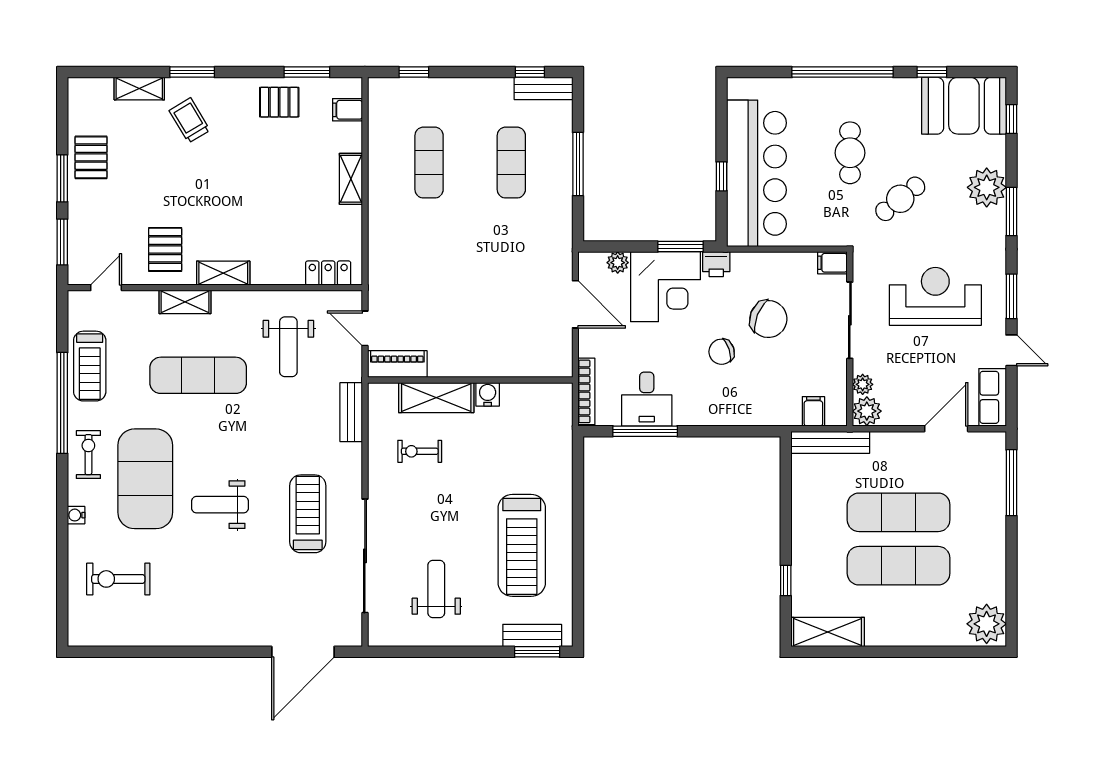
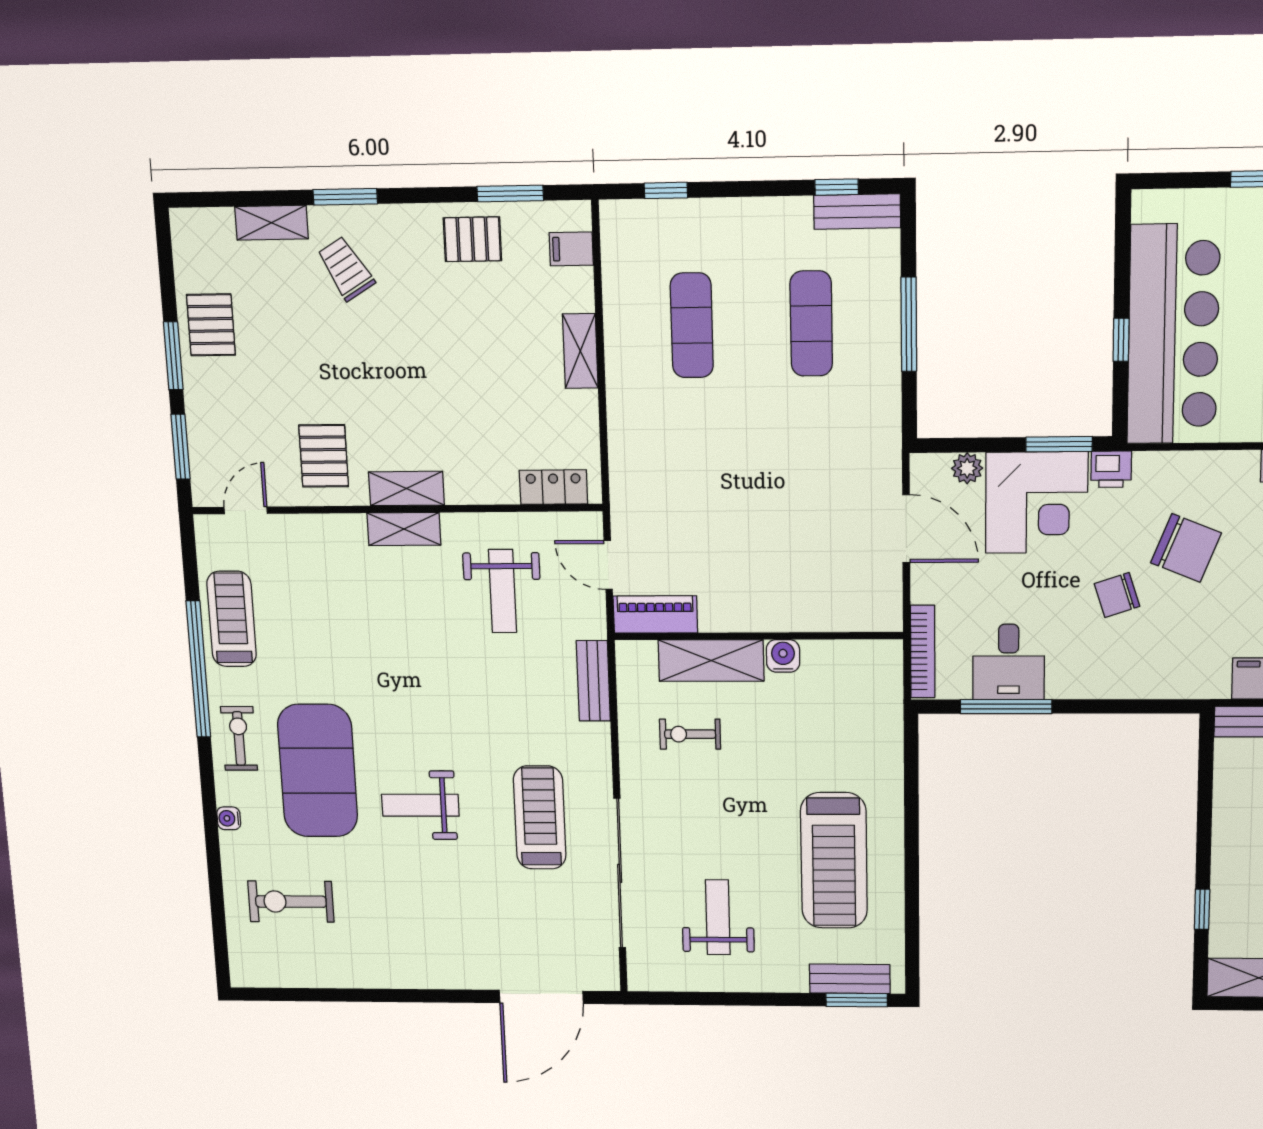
shelving: (185, 302) -> (404, 529), moved
treadmill: (90, 366) -> (232, 619), turned 180
exercise mat: (198, 375) -> (380, 631), removed

